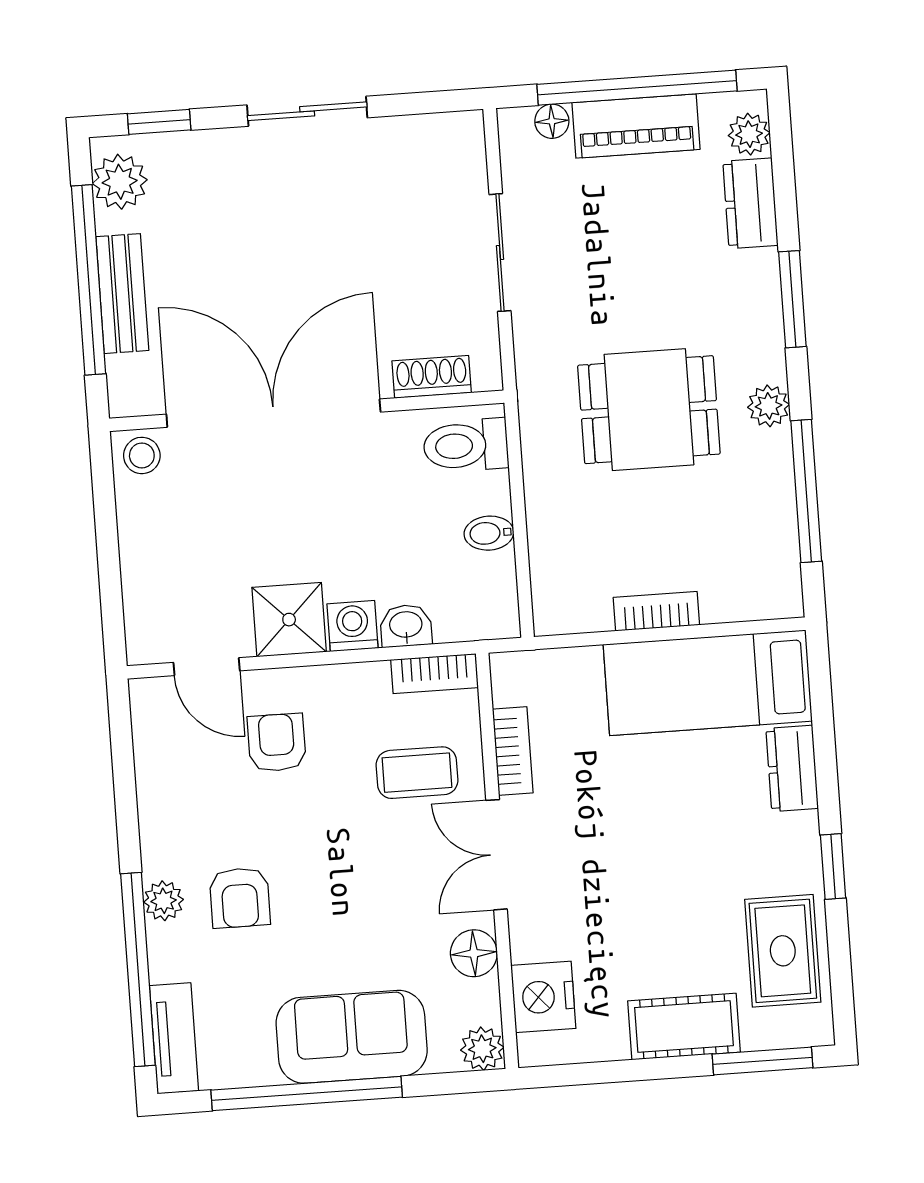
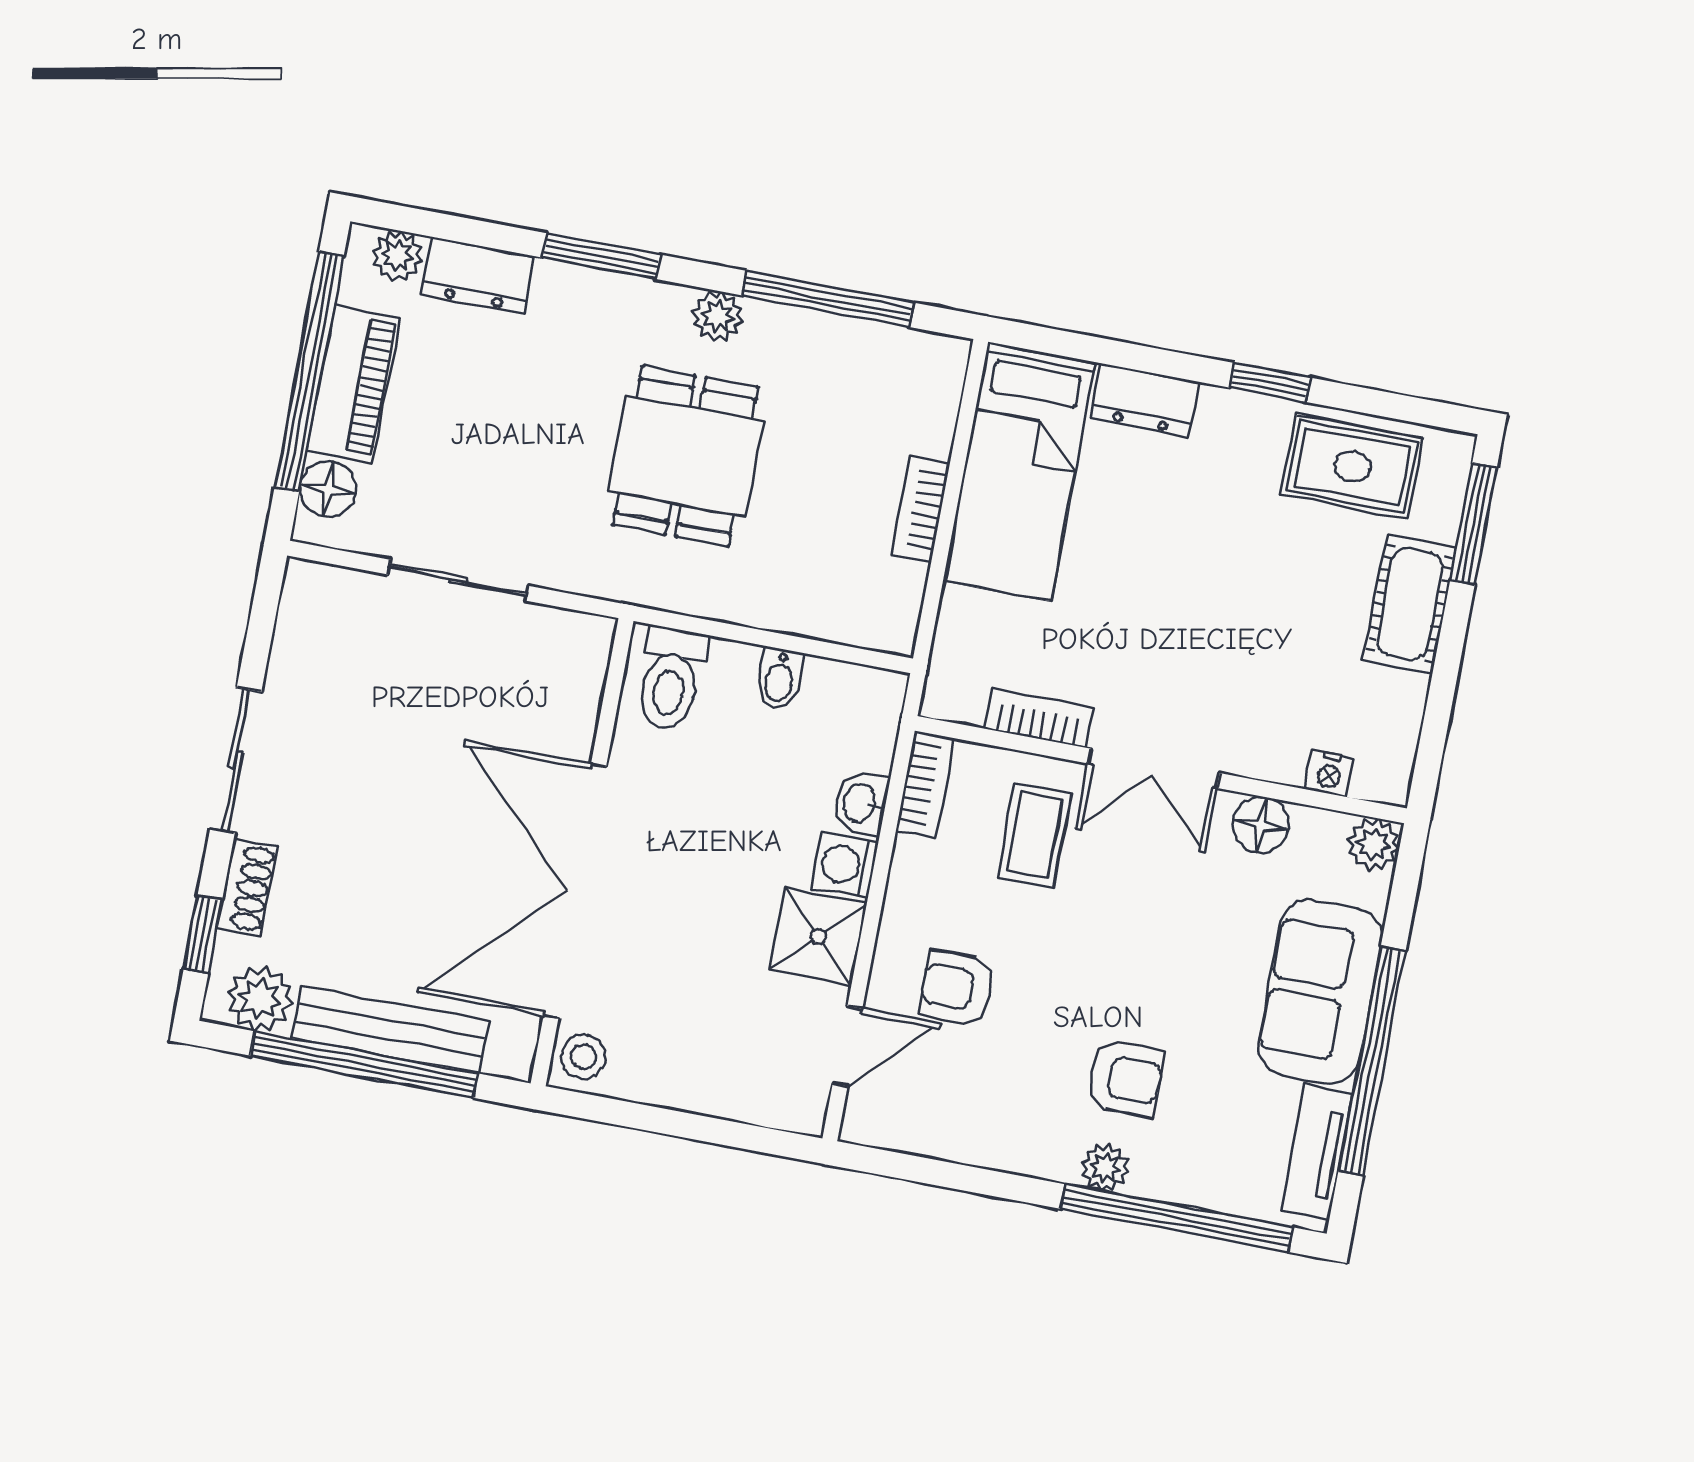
floor lamp: (552, 121) -> (328, 489), width x1.37, depth x1.37
bench: (122, 294) -> (390, 1030), width x1.36
shoe rack: (432, 377) -> (247, 887), moved, turned 180
nightstand: (543, 997) -> (1329, 773), width x0.53, depth x0.56
tv unit: (174, 1038) -> (1317, 1153), moved, turned -90

